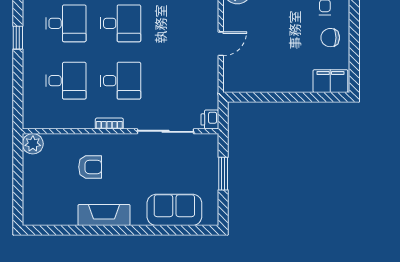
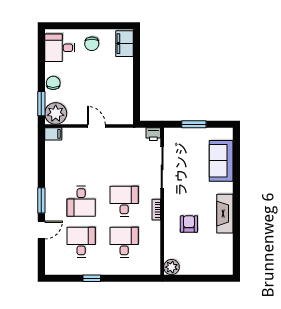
desk: (120, 23) -> (81, 201), turned 180

